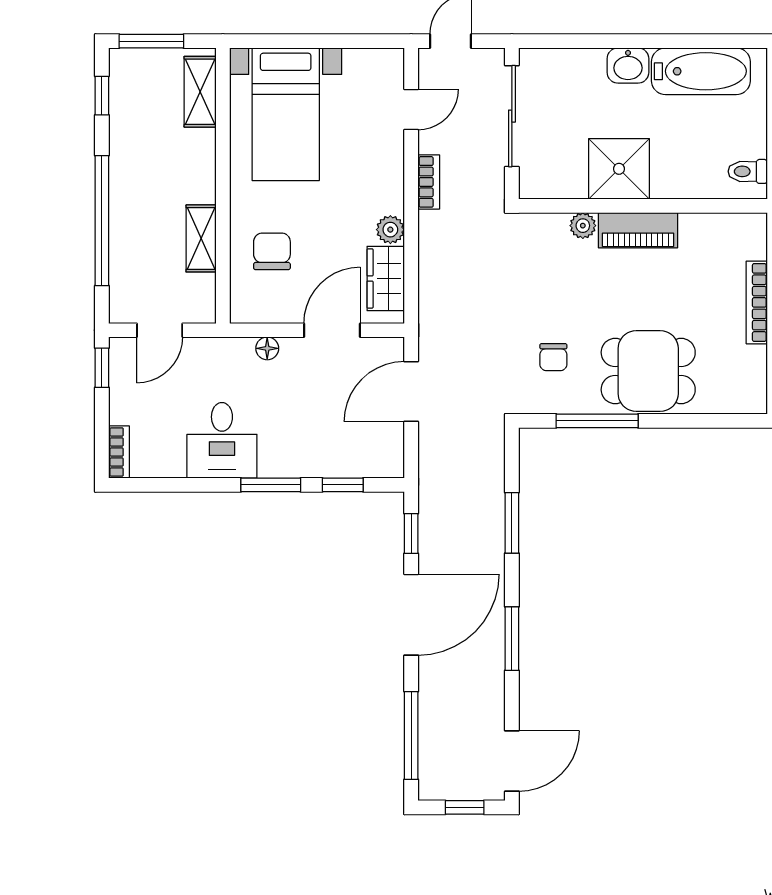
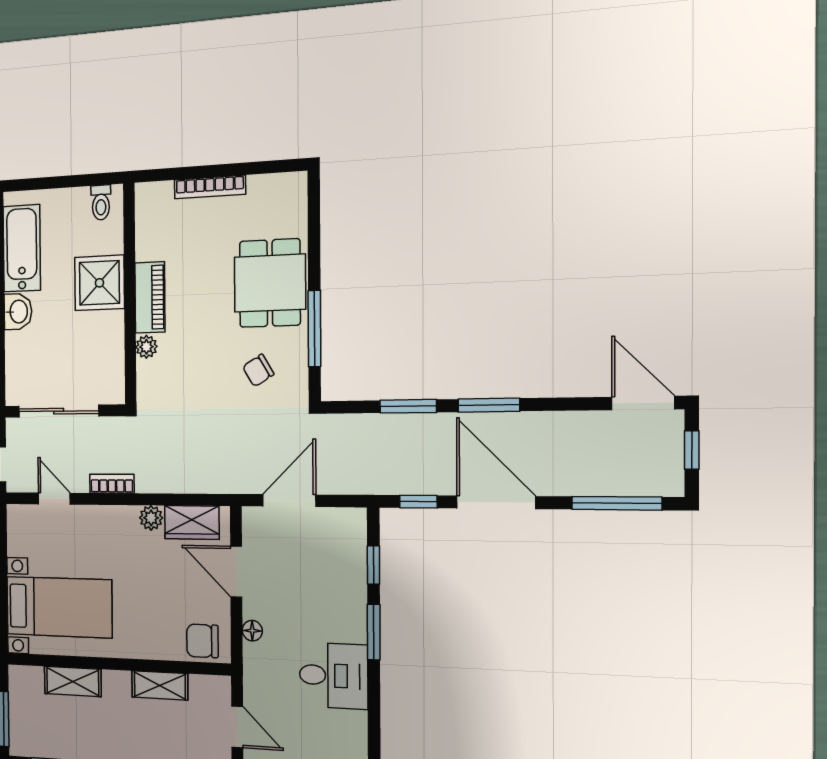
shelving: (200, 92) -> (73, 681), moved
shower: (619, 169) -> (99, 283), moved
chair: (272, 251) -> (202, 641), moved
chair: (553, 357) -> (258, 370), turned 149
door: (411, 392) -> (289, 501), swing flipped
window: (512, 639) -> (489, 405), moved

